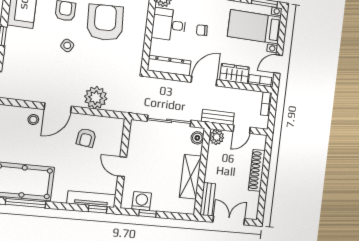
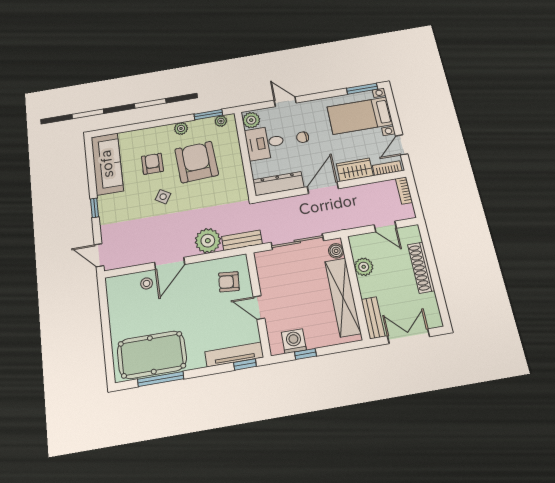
bench: (218, 117) -> (242, 240), moved
door: (242, 129) -> (385, 227), hinge flipped
plant: (217, 137) -> (364, 267), moved
armchair: (86, 138) -> (229, 282), moved, turned 87
shelving: (190, 177) -> (343, 297), width x1.47

